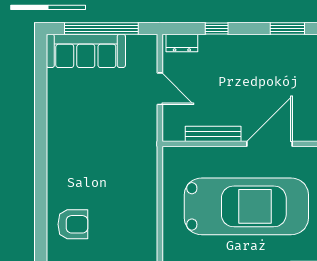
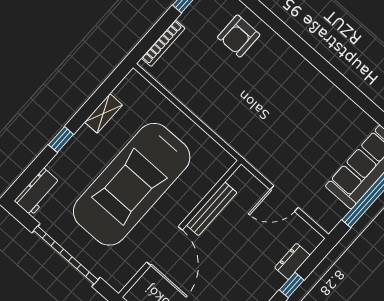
dresser: (182, 43) -> (292, 261), moved

